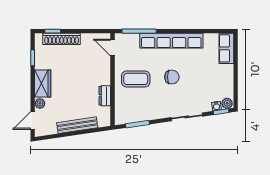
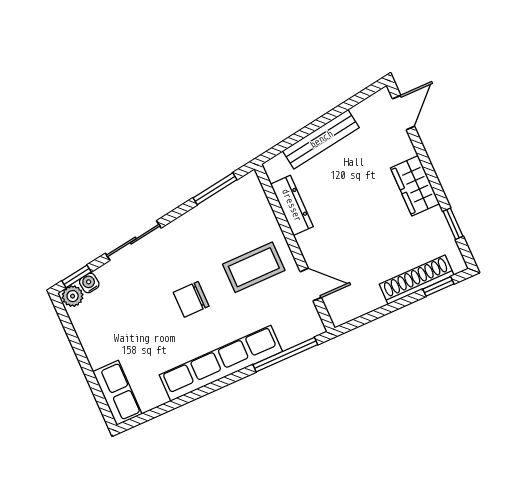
door: (112, 47) -> (311, 285), moved
dresser: (105, 96) -> (292, 205), width x1.44
plant: (40, 103) -> (404, 148), removed

